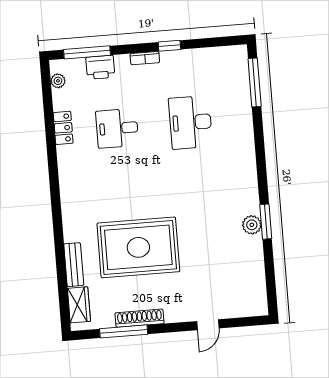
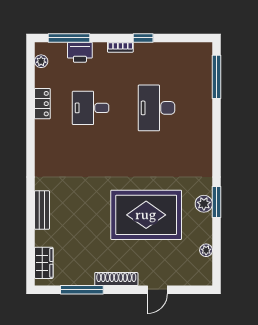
rug: (138, 247) -> (146, 215), moved
bench: (74, 265) -> (42, 210), moved
plant: (258, 276) -> (206, 250), added
shoe rack: (140, 318) -> (116, 279), moved

